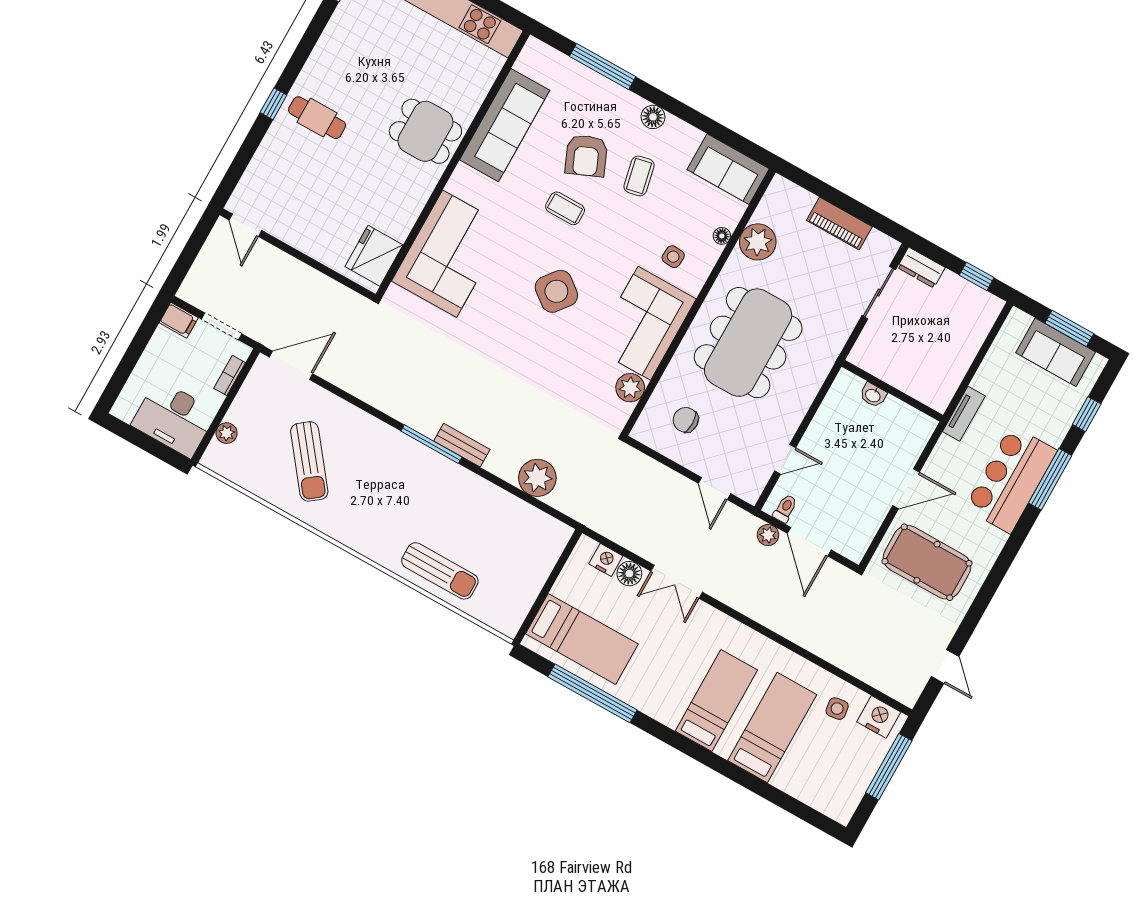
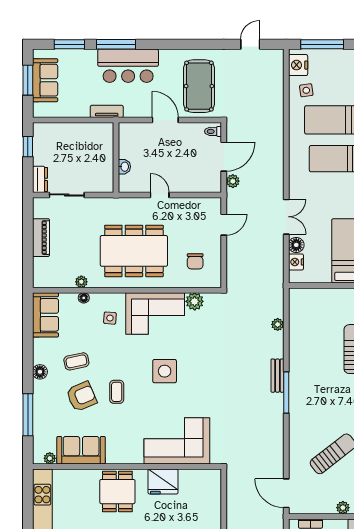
plant: (525, 63) -> (50, 458), added
sofa: (505, 125) -> (81, 450), width x0.73
plant: (758, 242) -> (81, 282), width x0.53, depth x0.53
fridge: (374, 256) -> (163, 482), moved
side table: (556, 291) -> (165, 371), turned -38
window: (1087, 414) -> (69, 44), width x1.50
door: (785, 459) -> (160, 195), moved
plant: (537, 478) -> (278, 324), width x0.53, depth x0.53
toilet: (785, 508) -> (213, 131), moved

